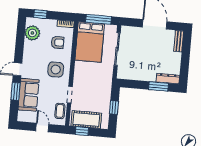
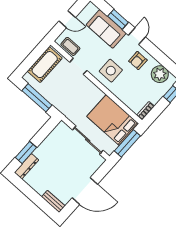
armchair: (58, 42) -> (138, 61), moved
window: (114, 108) -> (37, 98), width x2.17
window: (82, 131) -> (37, 53), removed

